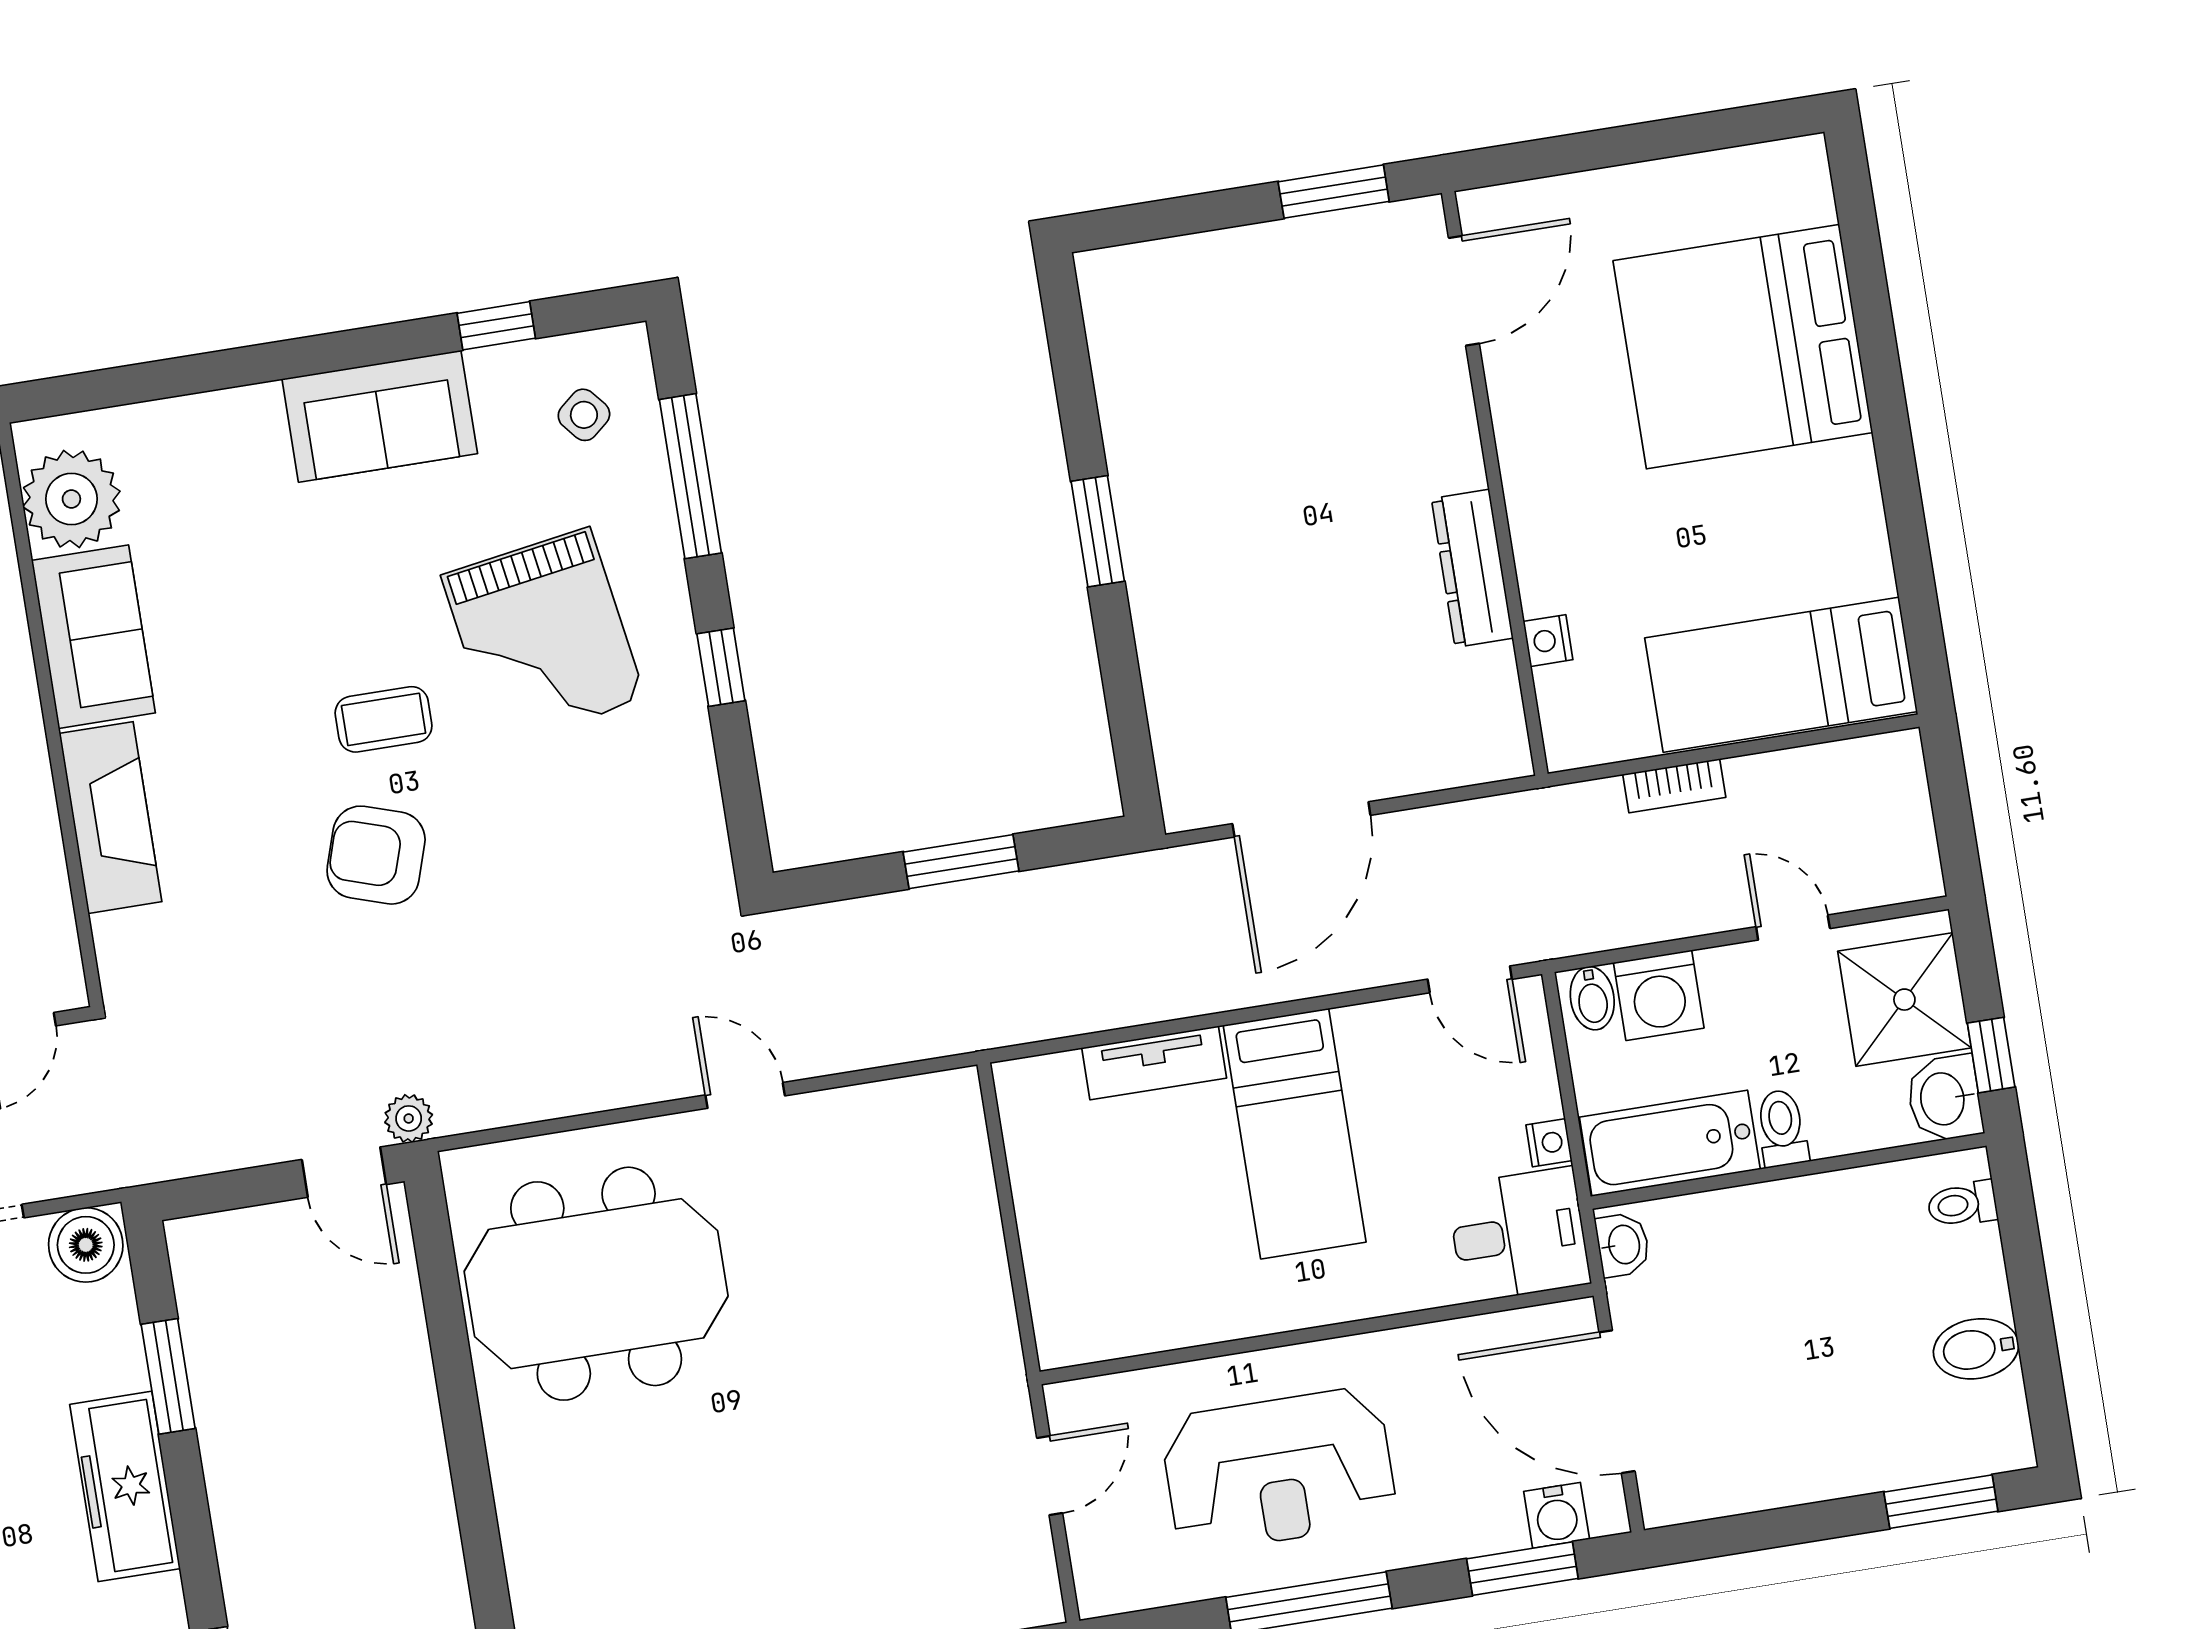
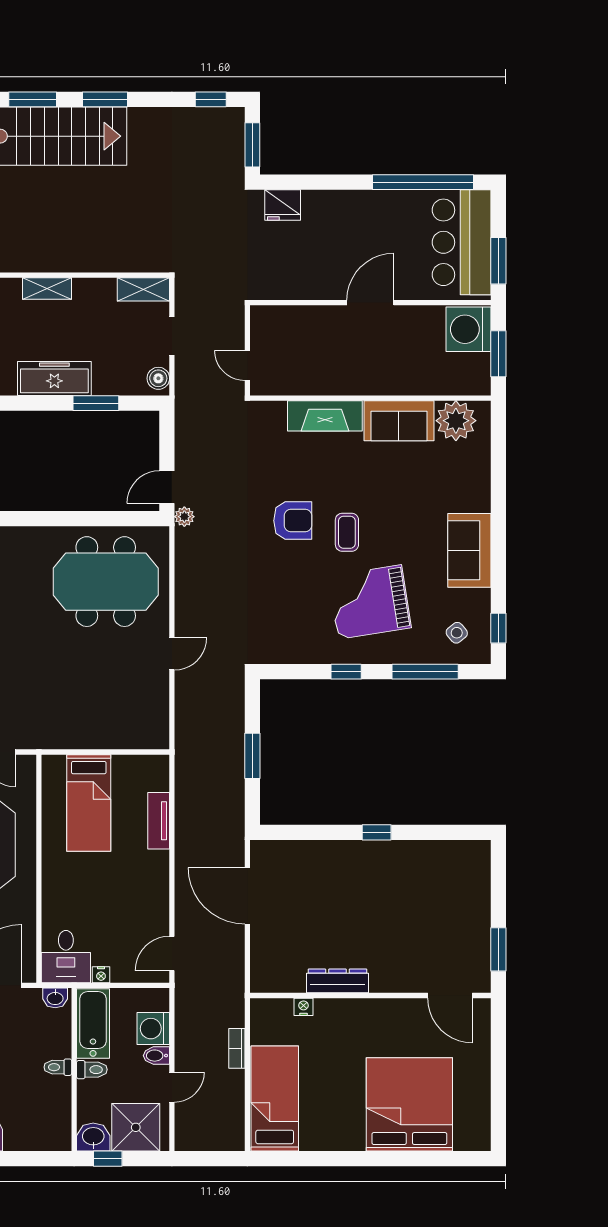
window: (496, 326) -> (498, 628), moved
window: (1098, 531) -> (377, 832), width x0.67
armchair: (376, 855) -> (293, 521), turned 72
bidet: (1592, 998) -> (156, 1056), moved
bed: (1295, 1134) -> (89, 803), moved, turned -90
toilet: (1962, 1204) -> (58, 1067), moved, turned -90
boiler: (86, 1245) -> (158, 378), width x0.73, depth x0.73
meeting table: (596, 1284) -> (106, 582), turned 90

